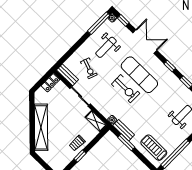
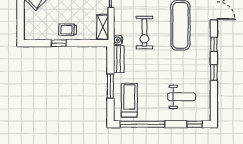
exercise bike: (126, 89) -> (144, 33), moved
window: (126, 142) -> (110, 86), moved

